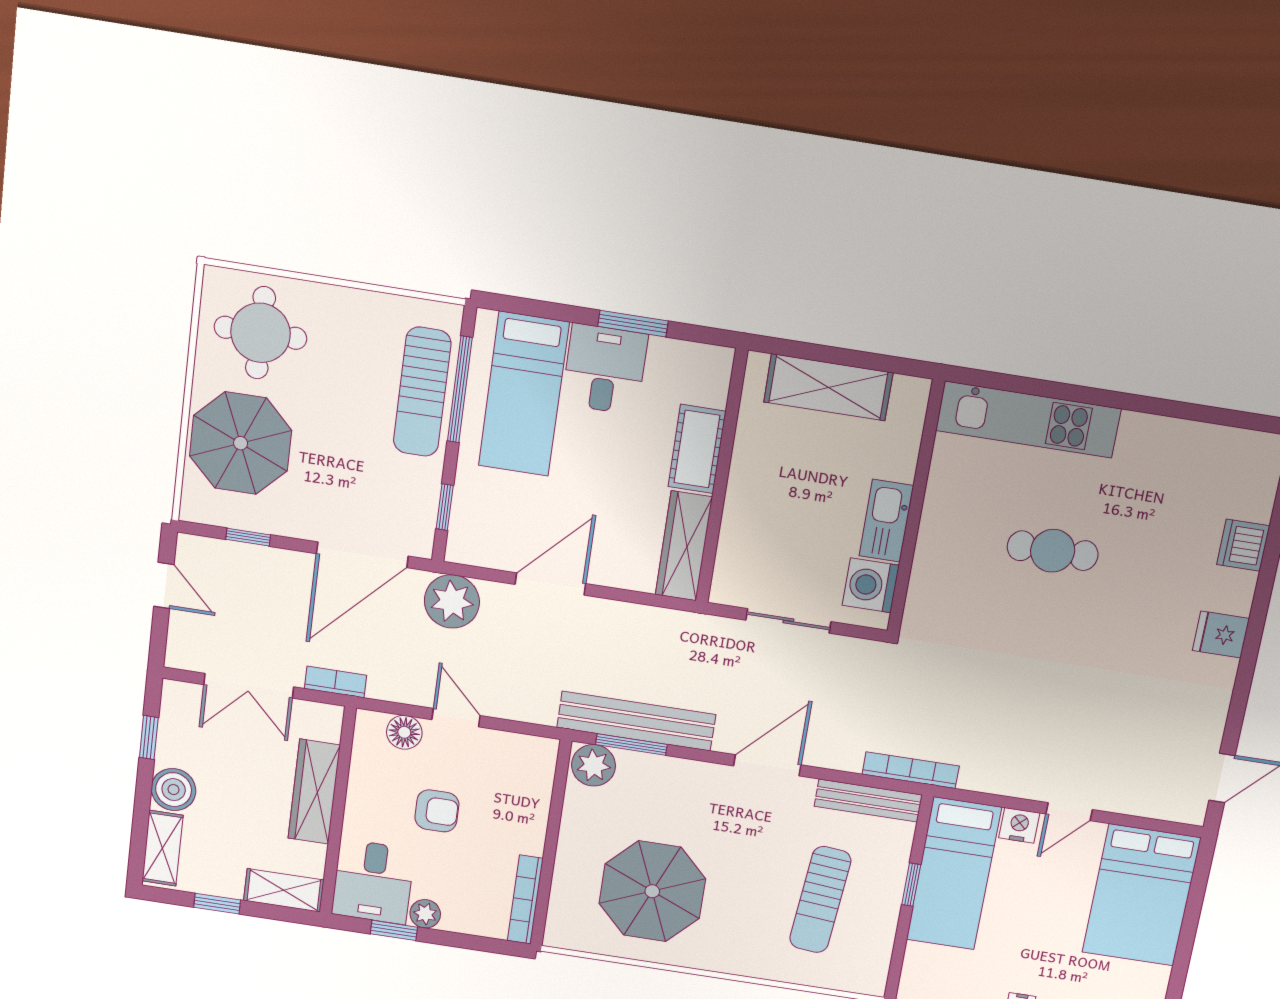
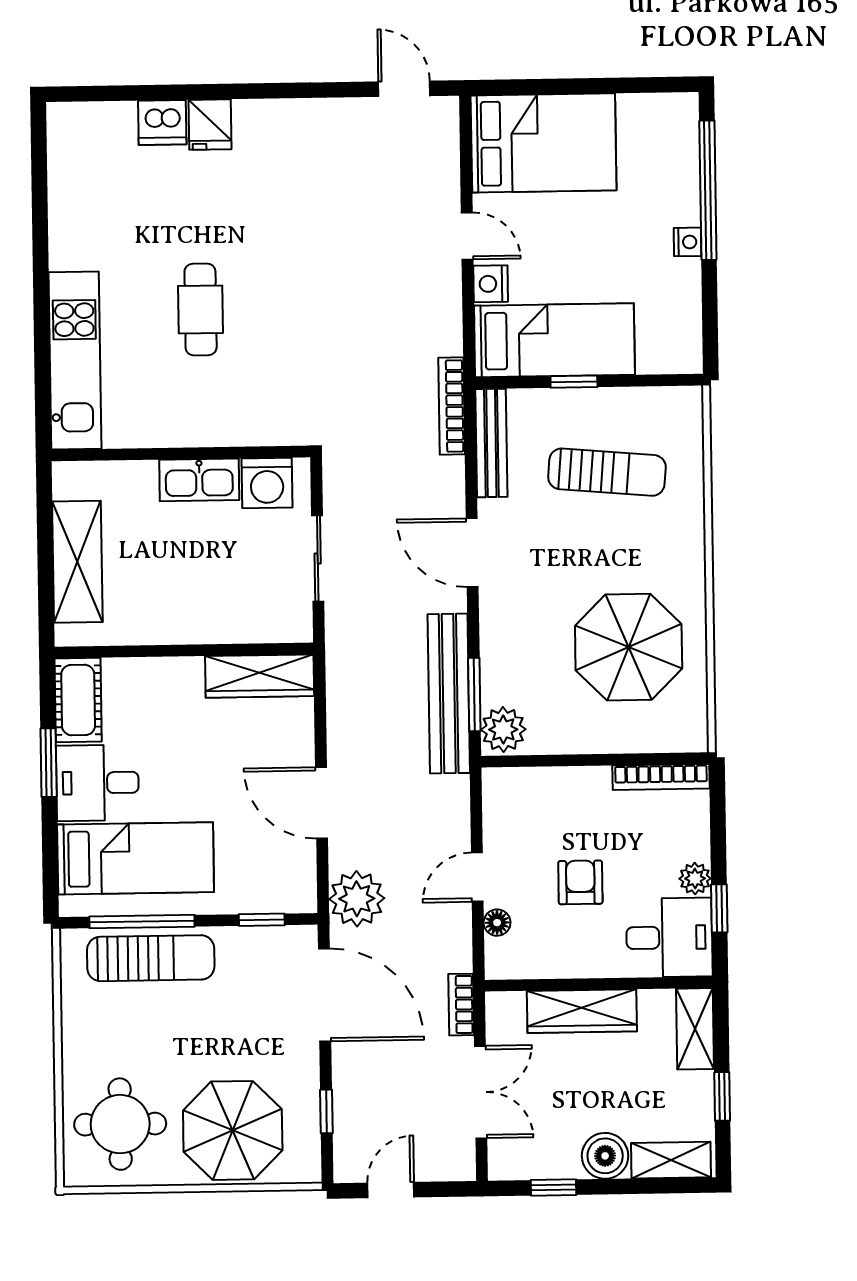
cot: (697, 449) -> (78, 700), moved, turned 90
fridge: (1221, 634) -> (210, 125), moved
floor lamp: (404, 732) -> (497, 923), width x0.73, depth x0.73

